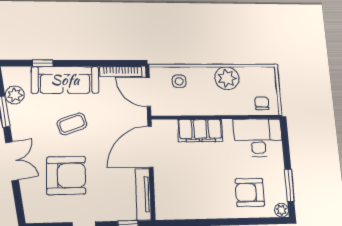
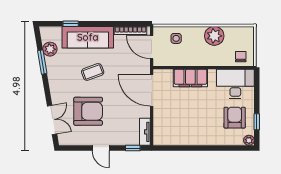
door: (150, 147) -> (152, 90), hinge flipped
double door: (12, 161) -> (52, 120), moved
window: (289, 185) -> (257, 122), width x0.67
armchair: (250, 192) -> (235, 118), moved, turned 90
tv unit: (143, 194) -> (145, 132), width x0.71

